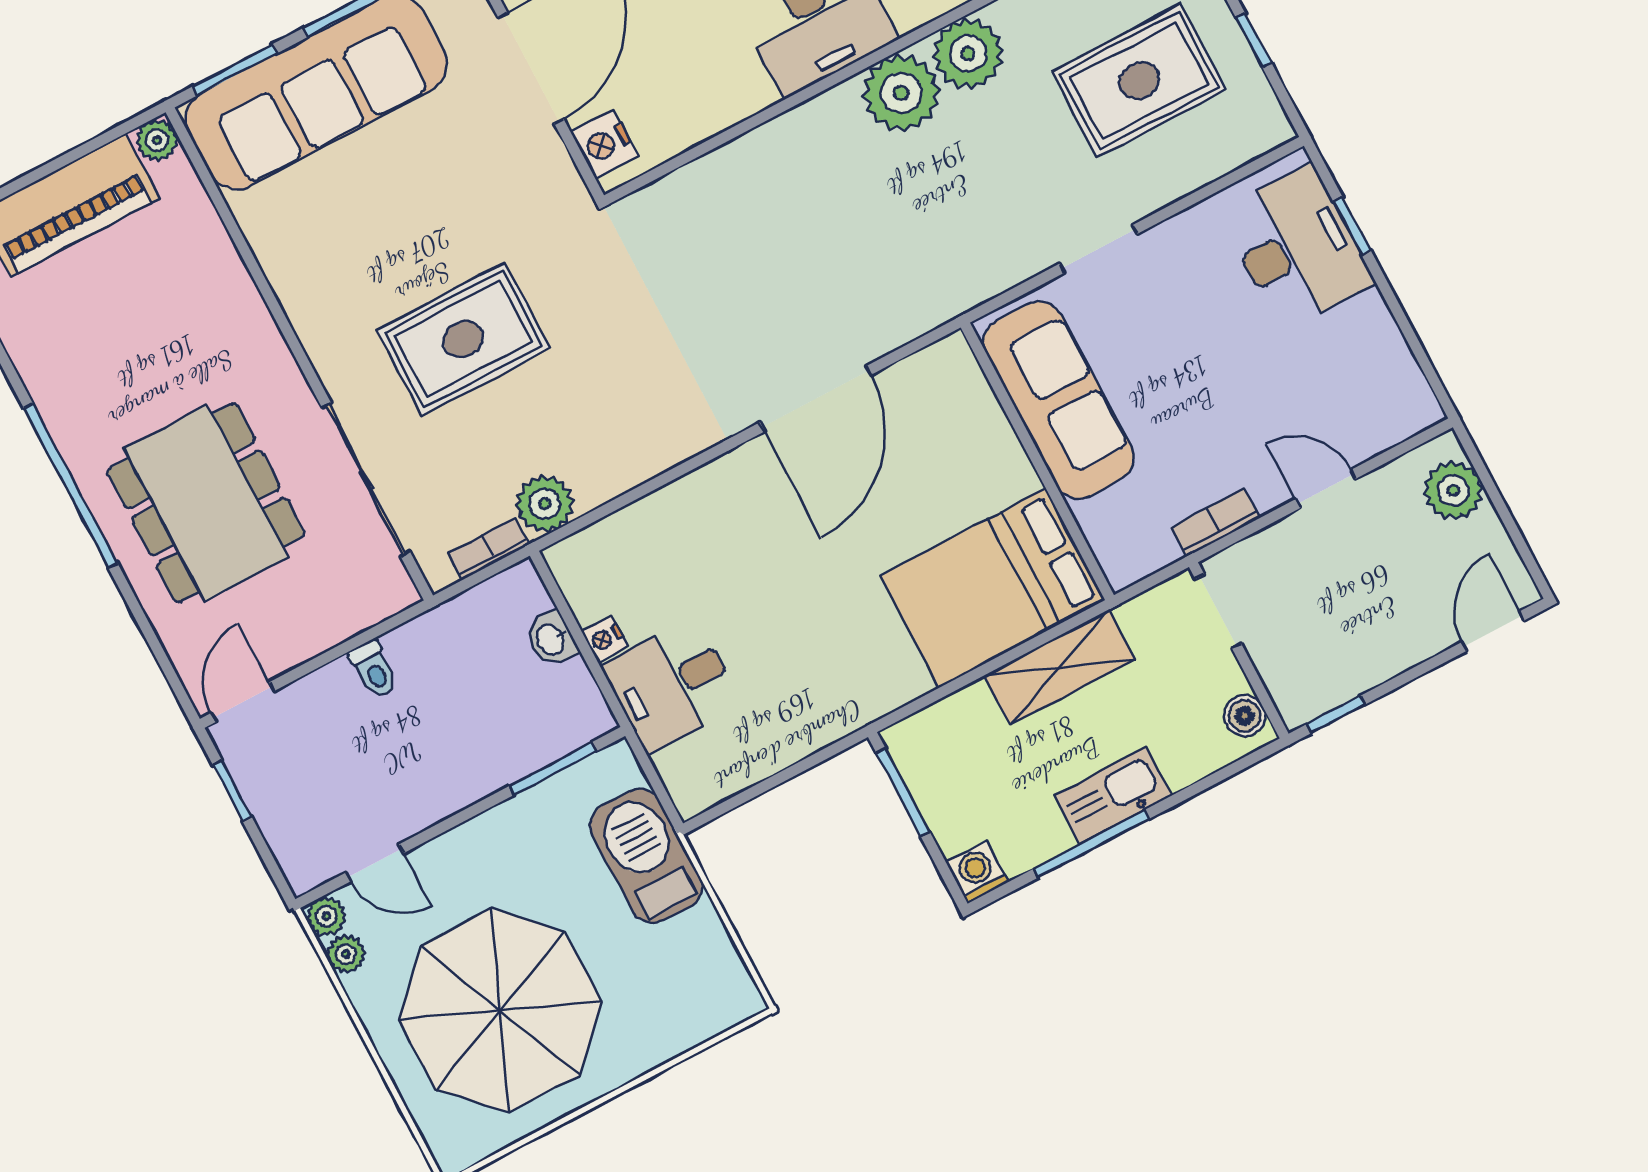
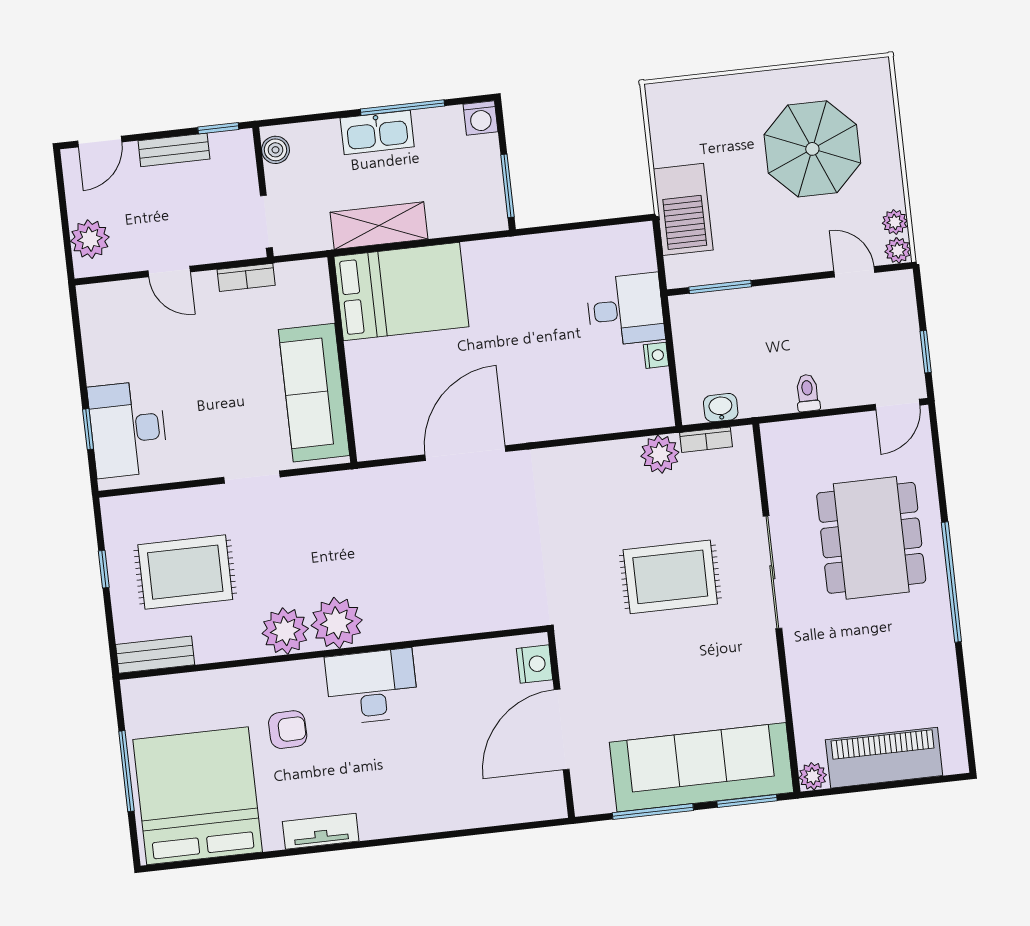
sliding door: (366, 480) -> (772, 572), moved
washbasin: (551, 639) -> (721, 408), moved, turned -90
bench: (1385, 660) -> (174, 150), added
parasol: (500, 1010) -> (812, 149), width x0.73, depth x0.73

